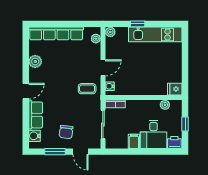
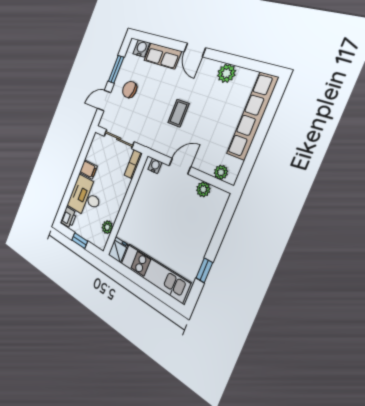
window: (138, 24) -> (204, 270), moved
plant: (110, 32) -> (203, 189), moved
kitchen unit: (155, 34) -> (155, 273), moved, turned 90
door: (103, 68) -> (180, 166), swing flipped
coffee table: (87, 89) -> (178, 113), moved

